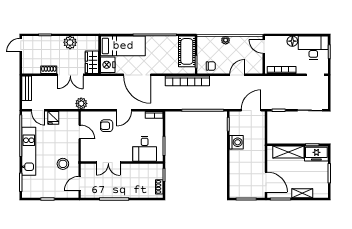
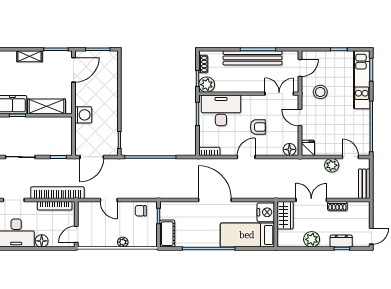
dresser: (46, 41) -> (341, 241), added
door: (264, 46) -> (76, 234), swing flipped
cot: (187, 51) -> (167, 234), width x0.73, depth x0.75
door: (137, 75) -> (215, 200), moved
door: (237, 75) -> (109, 200), hinge flipped
bookcase: (187, 81) -> (57, 193), moved
plant: (81, 103) -> (332, 165), moved
floor lamp: (88, 117) -> (289, 149), added
fridge: (53, 118) -> (308, 148), moved
armchair: (107, 126) -> (258, 127), moved
door: (80, 132) -> (300, 118), moved
washing machine: (236, 142) -> (83, 115), moved, turned 180
desk: (145, 149) -> (221, 110), width x1.37
kitchen unit: (29, 151) -> (362, 80), moved
double door: (108, 162) -> (279, 94), moved
plant: (156, 170) -> (207, 85), added
door: (266, 182) -> (74, 70), swing flipped
bench: (119, 192) -> (253, 58), added

